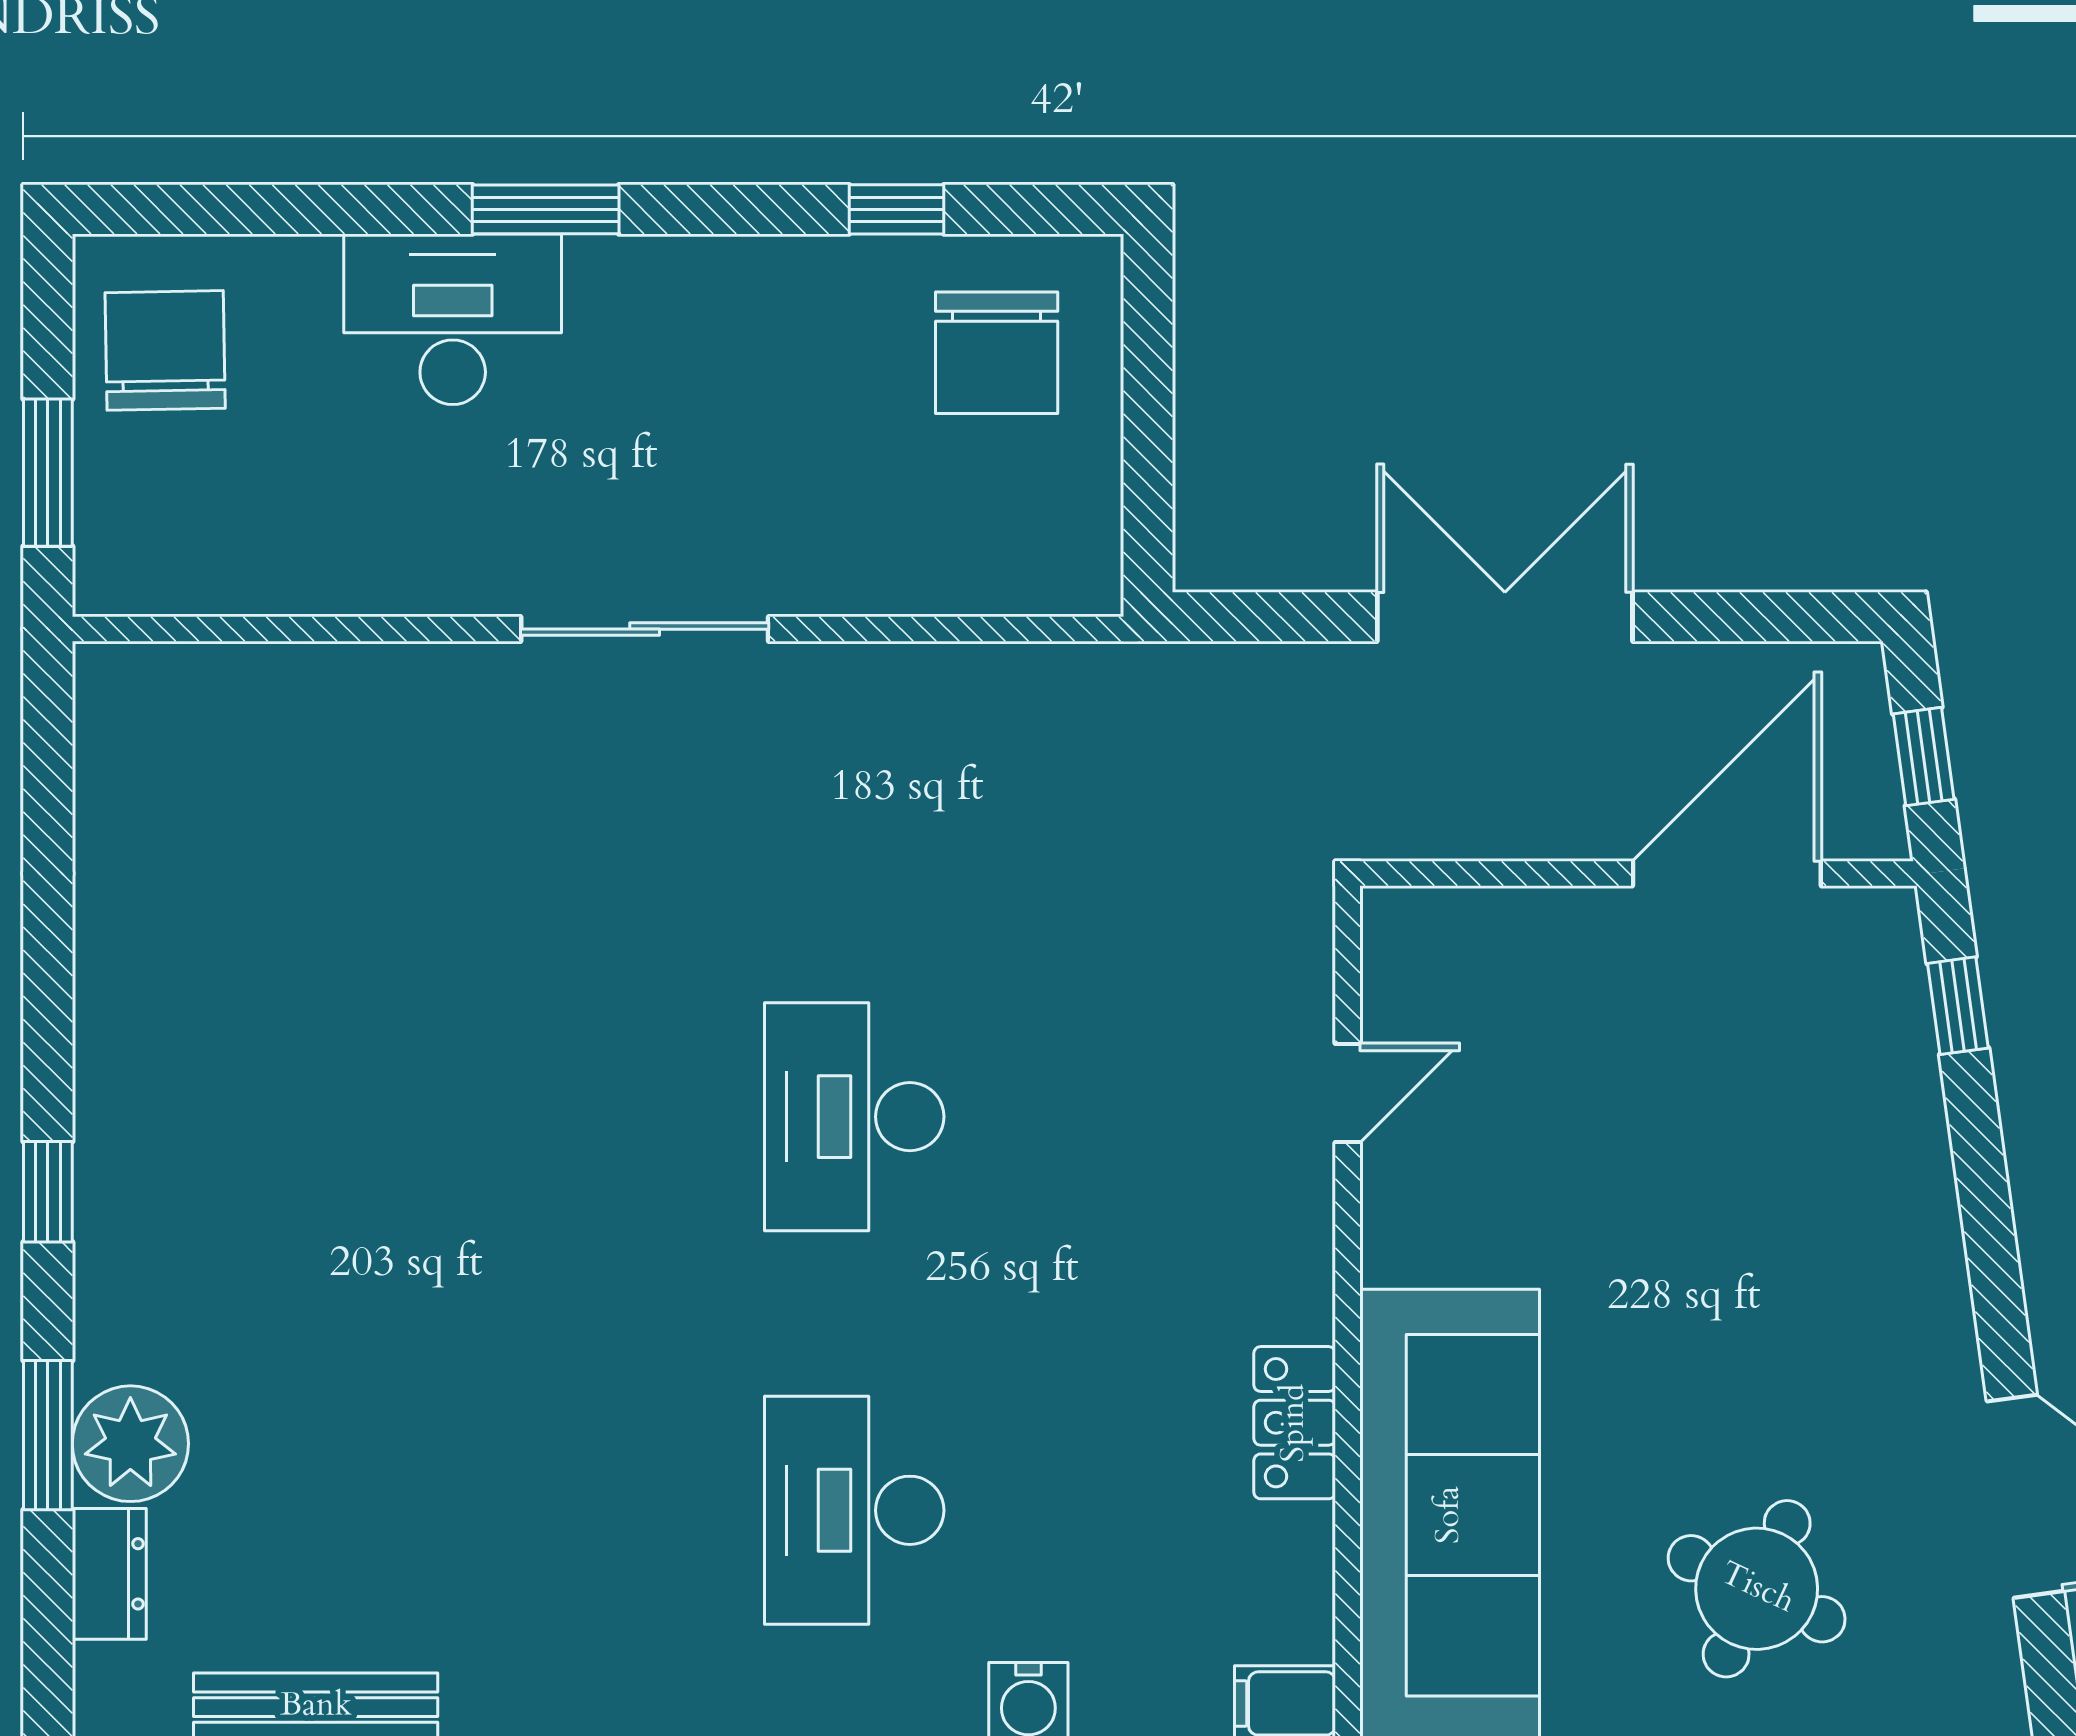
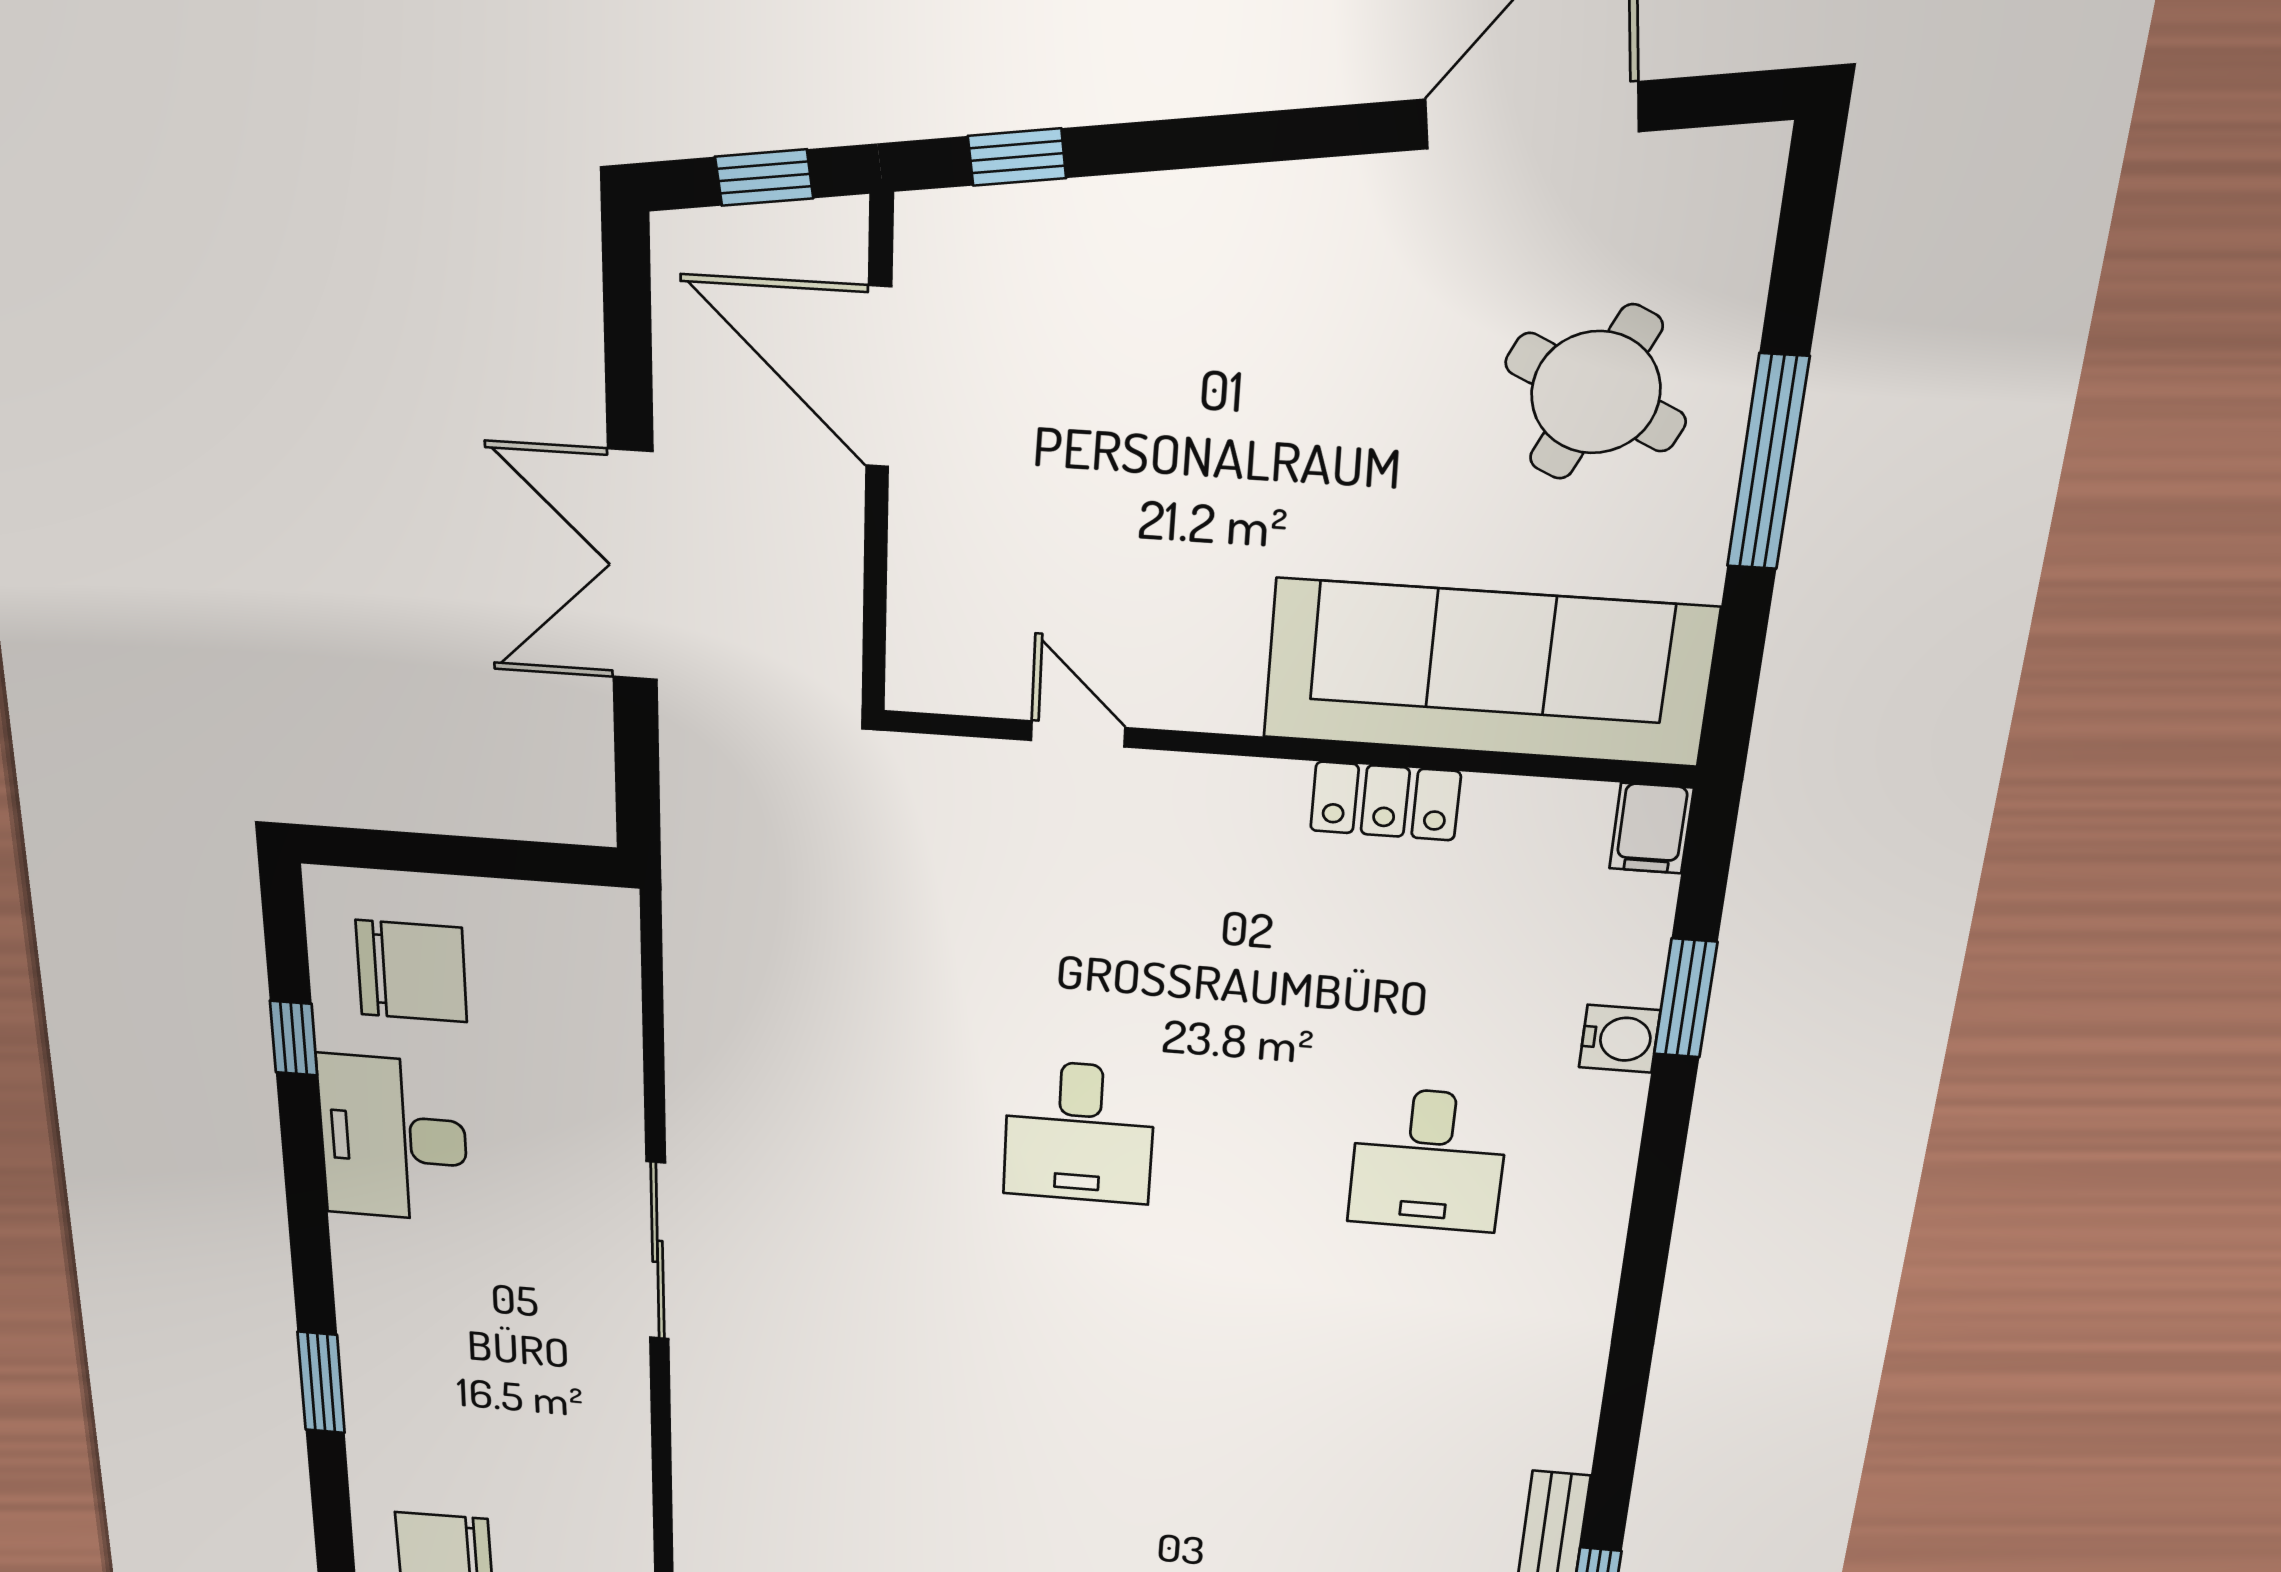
window: (546, 209) -> (321, 1383), moved
desk: (453, 319) -> (393, 1139), moved
desk: (854, 1117) -> (1079, 1132), width x0.73
desk: (854, 1510) -> (1428, 1160), width x0.73

